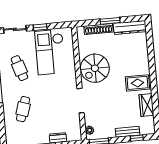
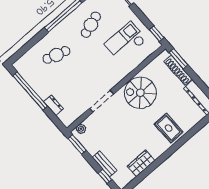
window: (110, 21) -> (178, 59), moved
window: (40, 27) -> (157, 34), moved
checkout: (50, 52) -> (126, 42), width x0.73, depth x0.83
rug: (138, 83) -> (169, 128), moved

